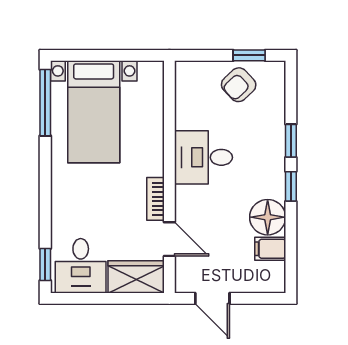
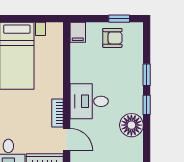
armchair: (239, 85) -> (112, 38), turned -137
desk: (203, 157) -> (89, 101), moved
filing cabinet: (270, 249) -> (78, 32), moved, turned -90

